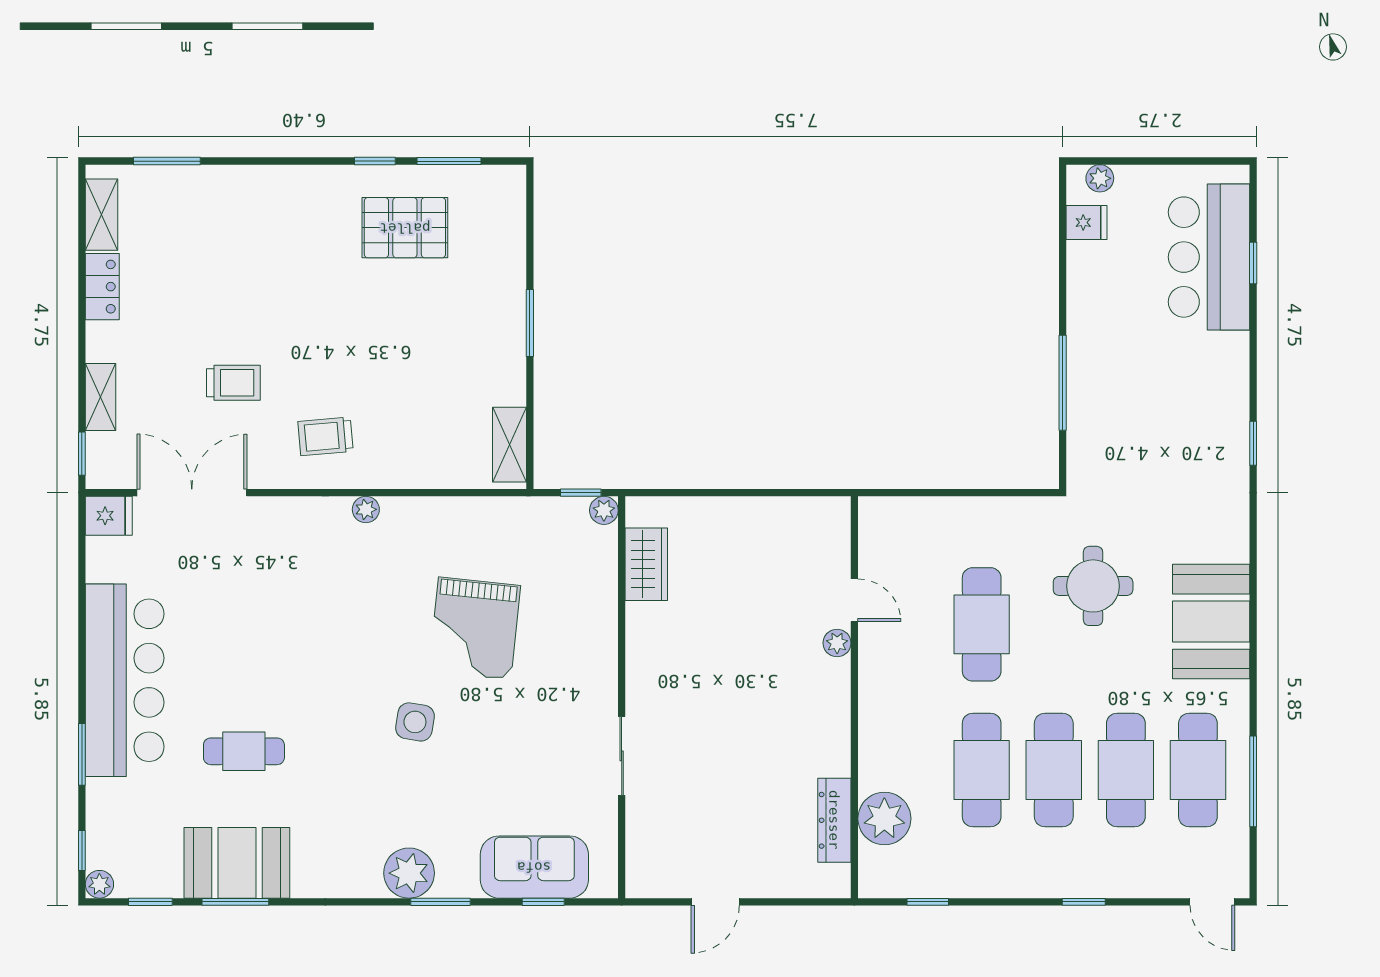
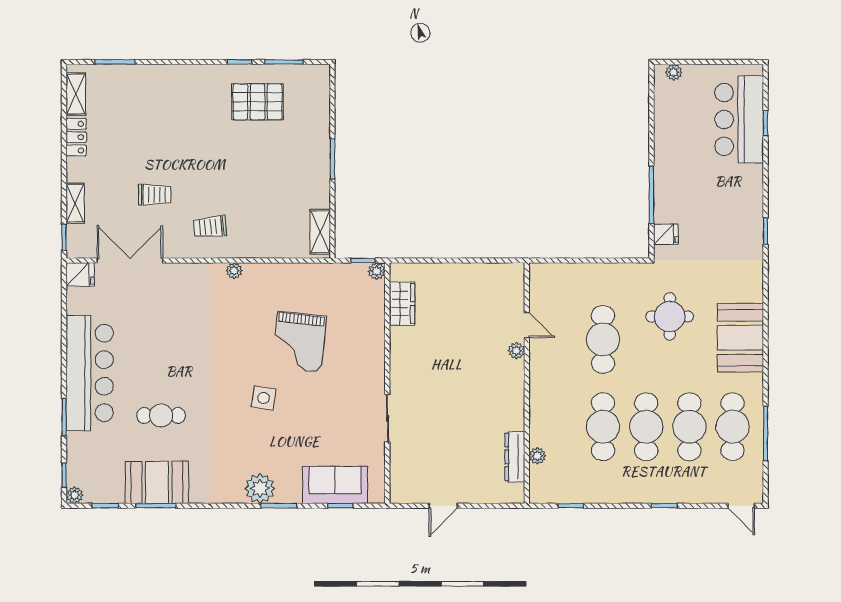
fridge: (1086, 222) -> (666, 234), moved
plant: (884, 819) -> (537, 456), width x0.53, depth x0.53

